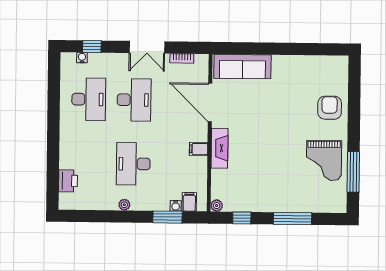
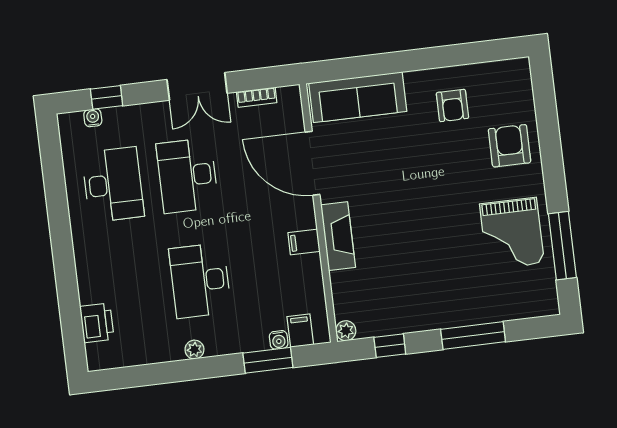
armchair: (299, 79) -> (452, 105), added
desk: (134, 100) -> (187, 176), turned 180

